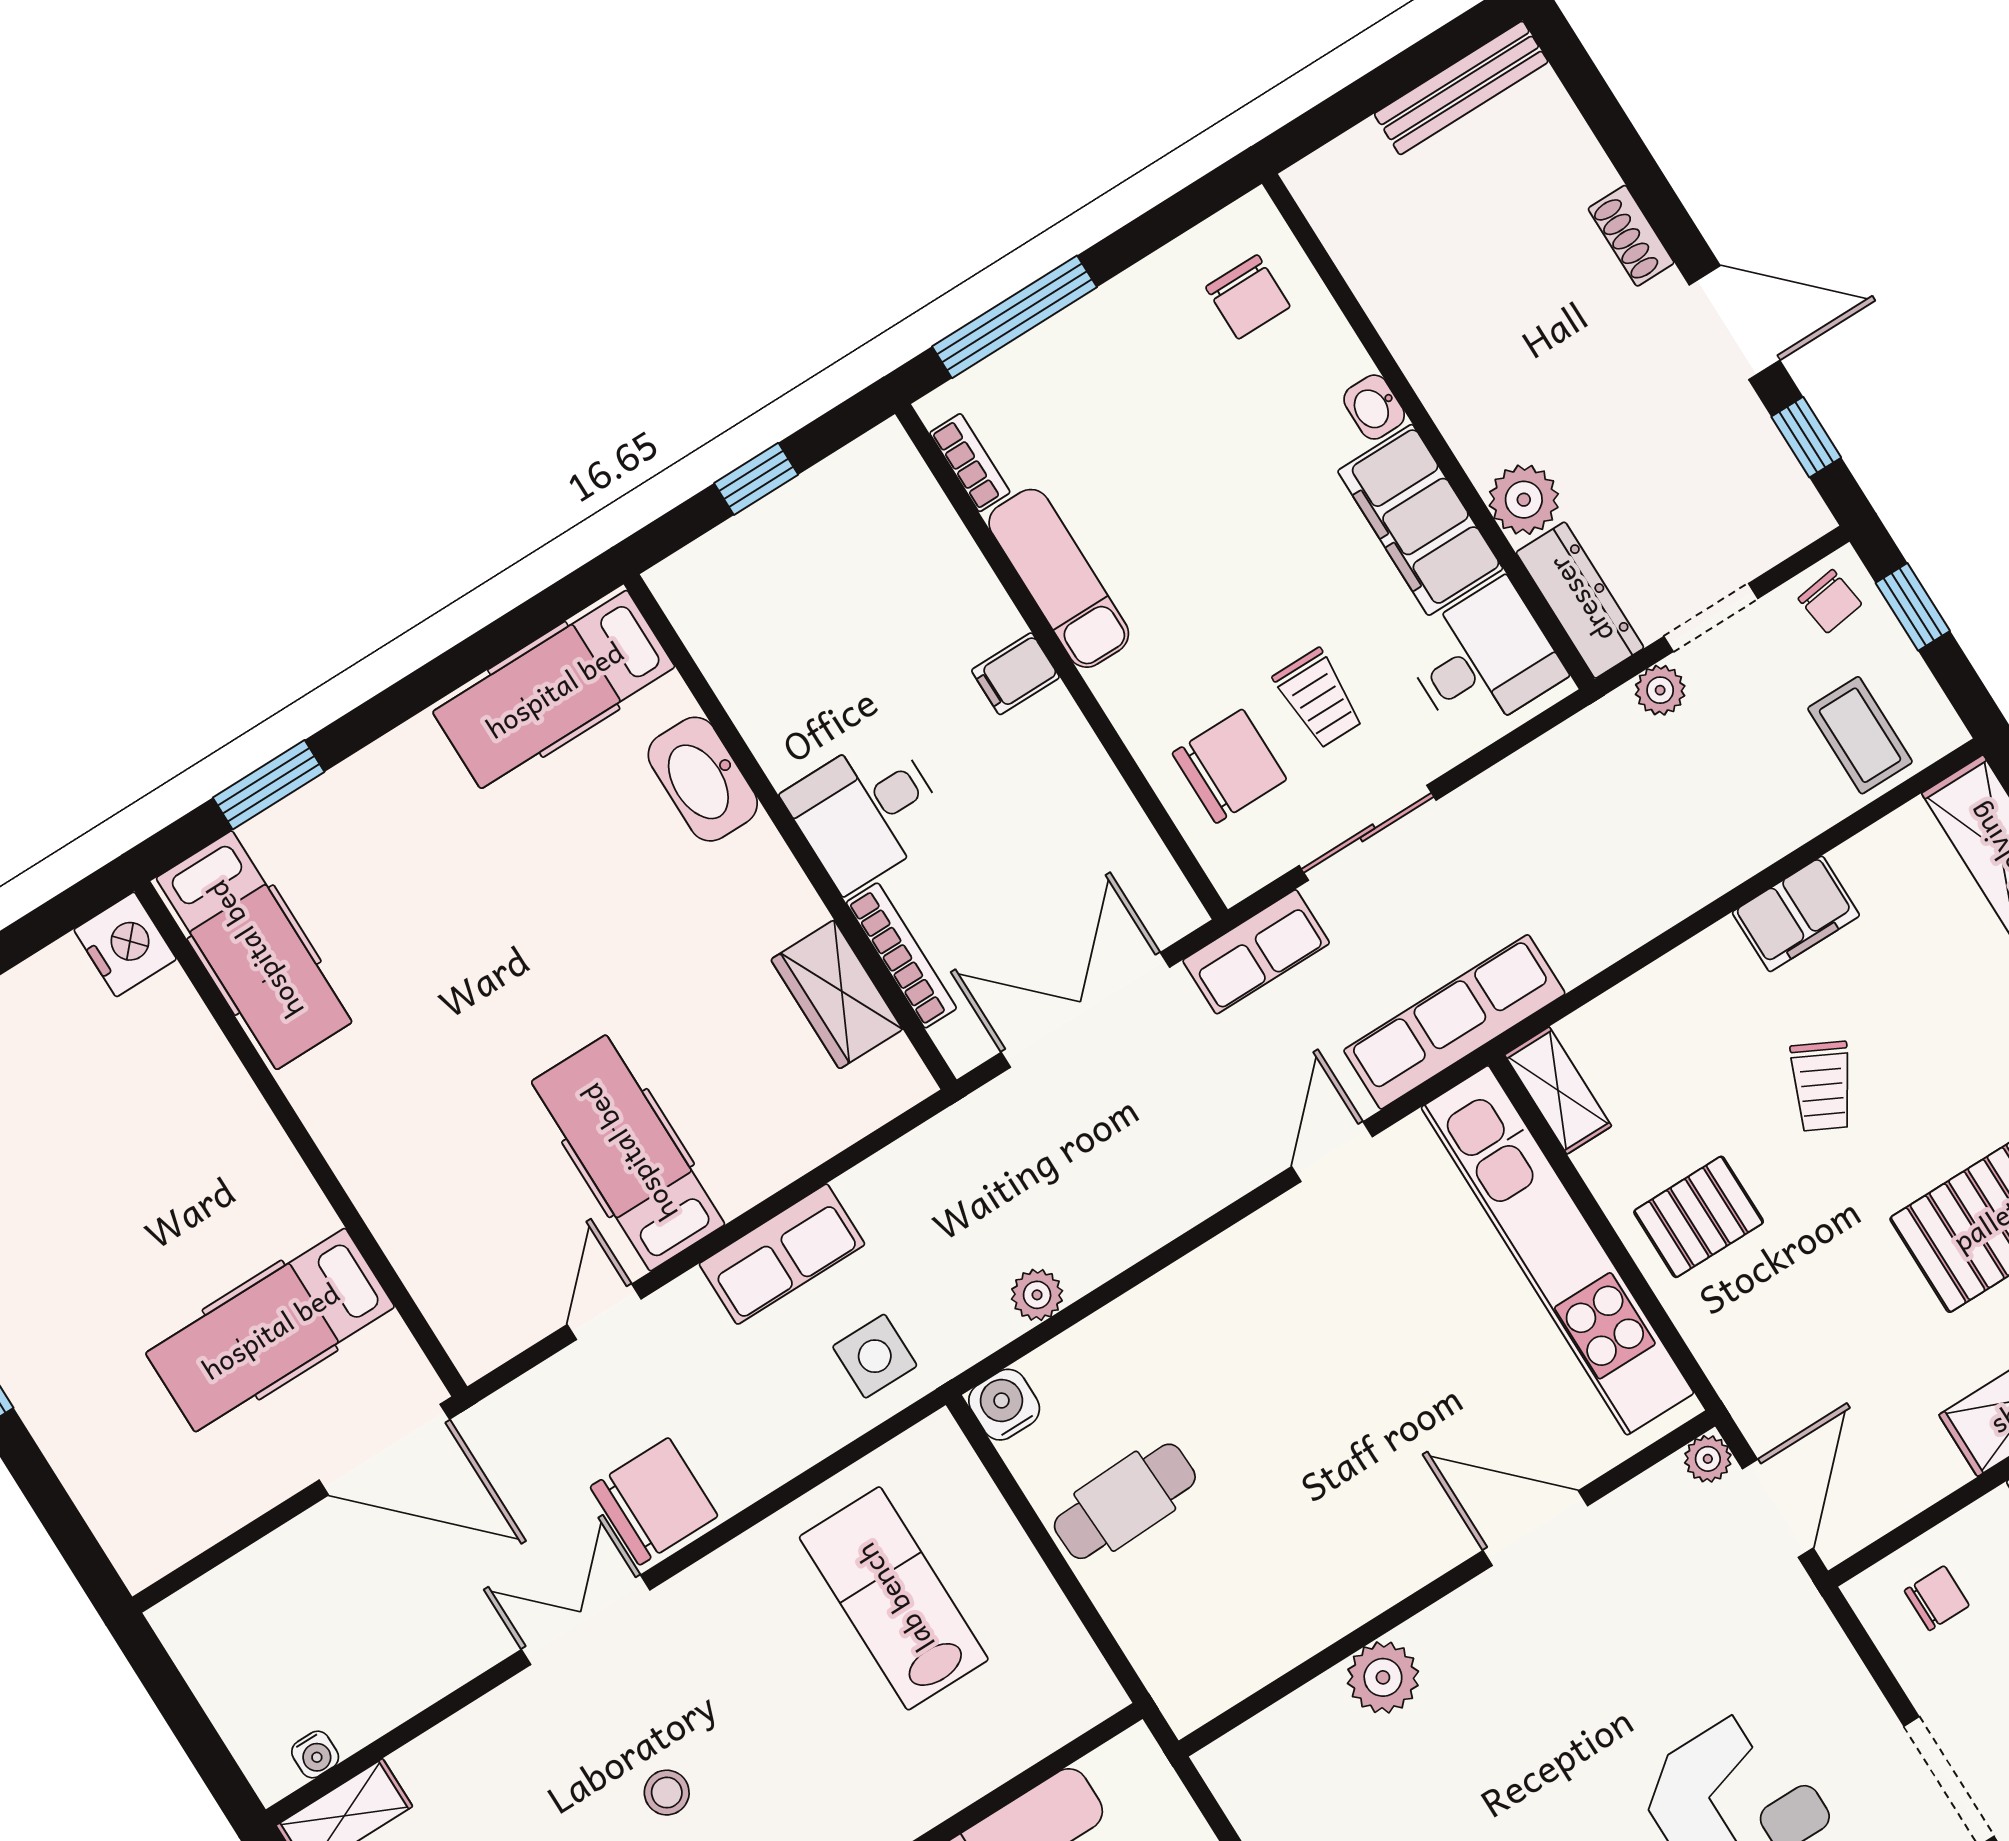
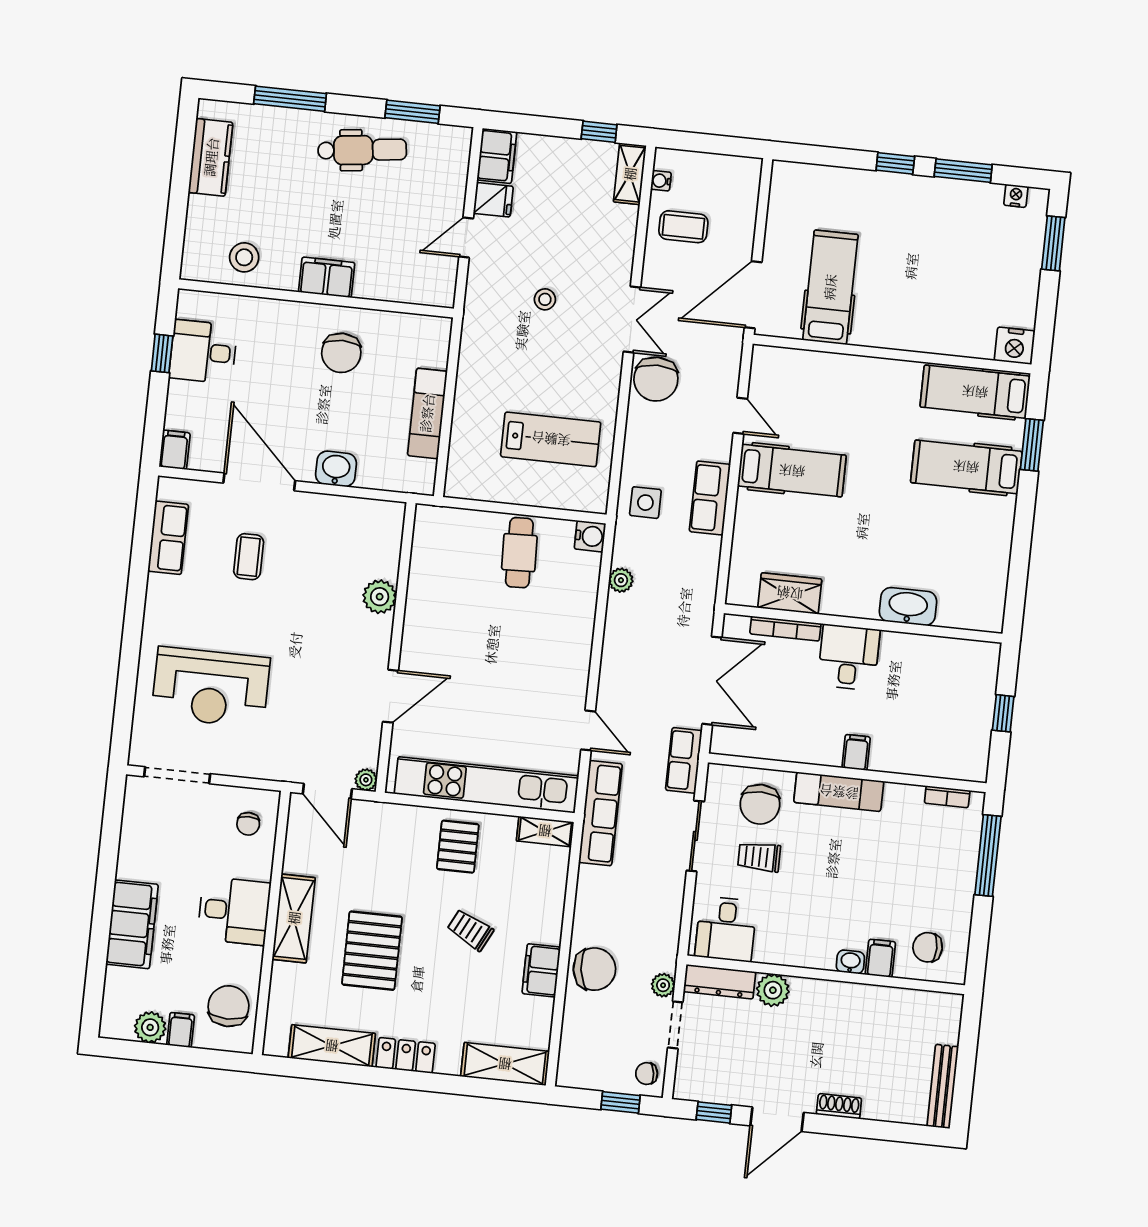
filing cabinet: (1420, 520) -> (880, 958), moved, width x0.33, depth x0.86
exam couch: (1059, 578) -> (839, 792), moved
hospital bed: (554, 689) -> (966, 467), moved, turned -90
coffee table: (1860, 735) -> (683, 227), moved
chair: (1724, 826) -> (594, 969), added

